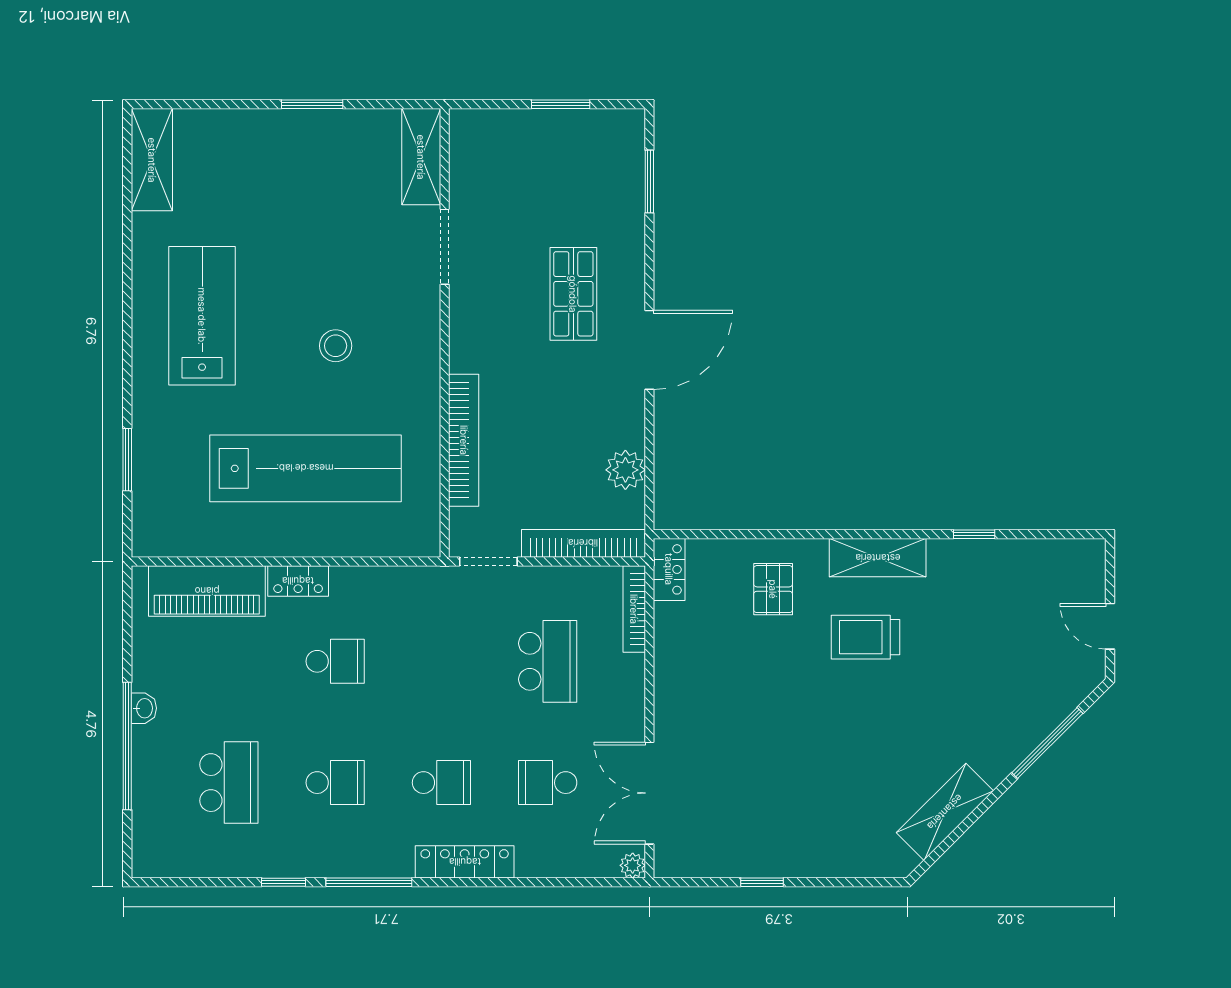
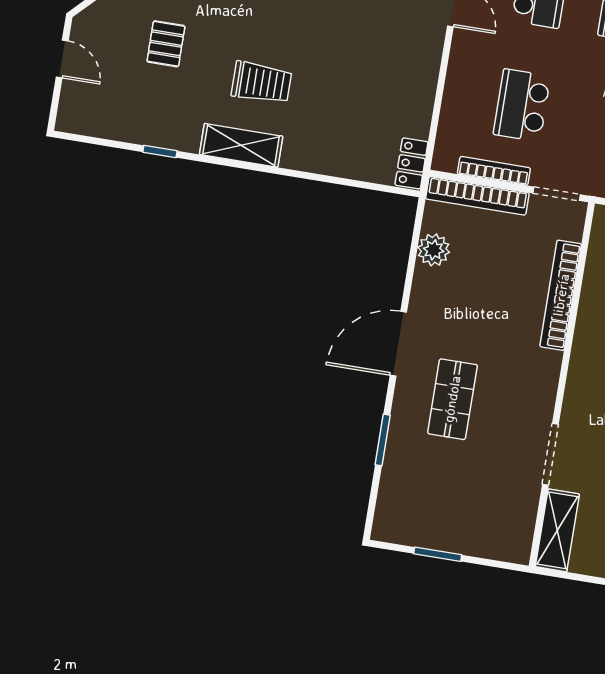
window: (649, 182) -> (383, 440), moved
pallet: (773, 589) -> (166, 44), moved
bookcase: (634, 609) -> (494, 171), moved, turned -90

